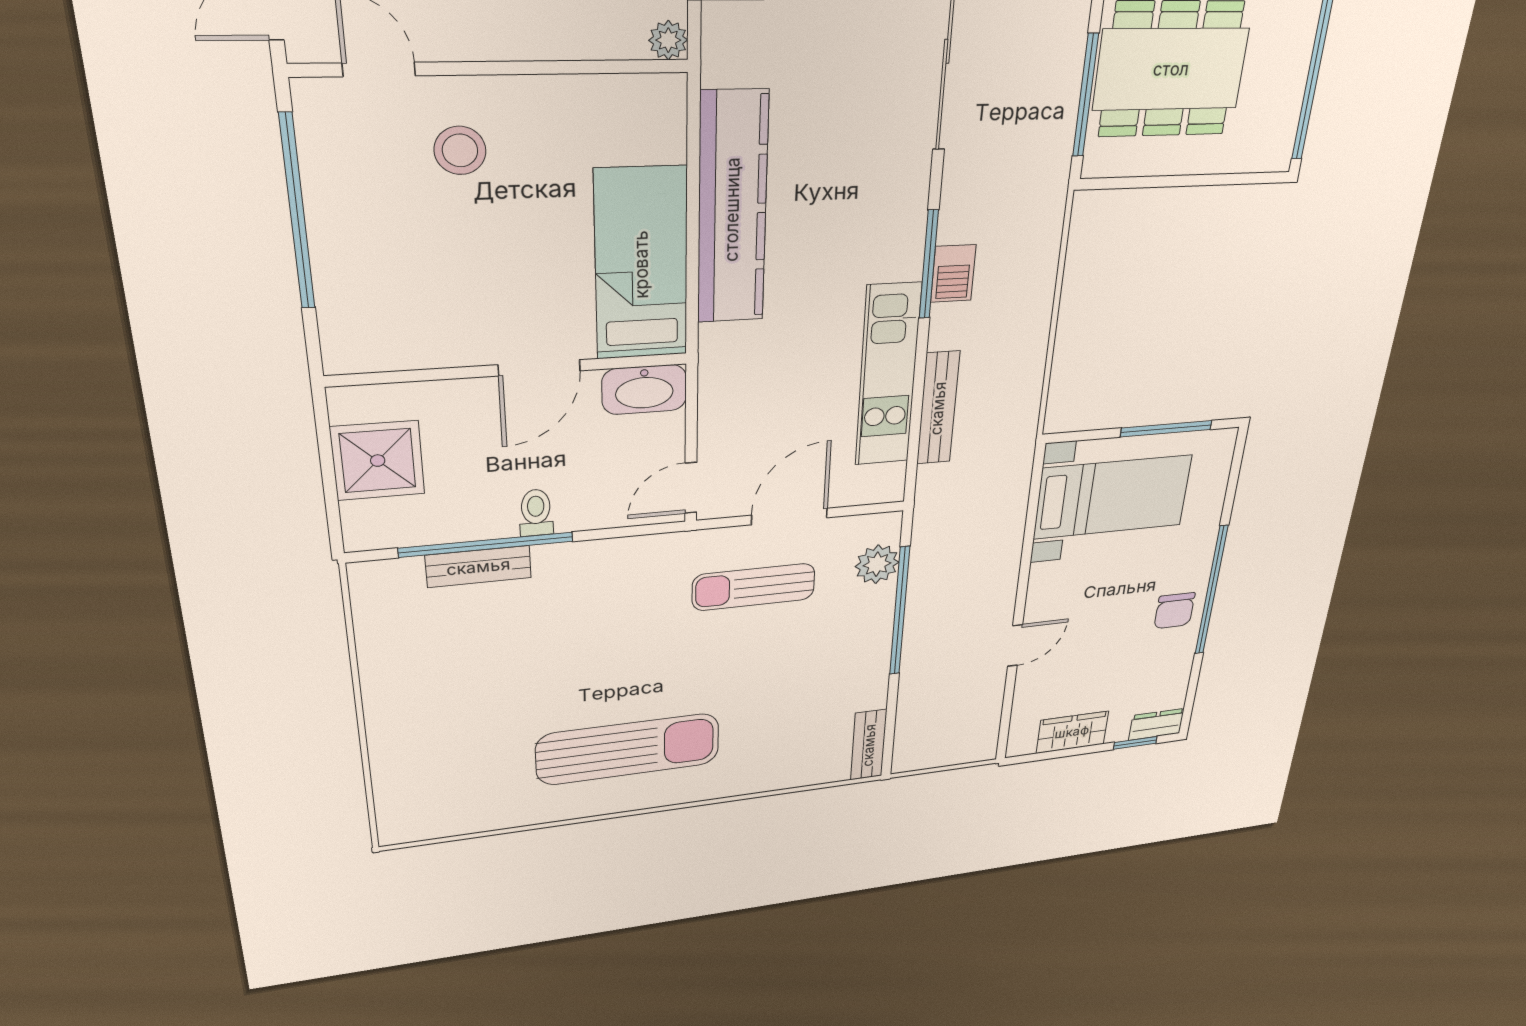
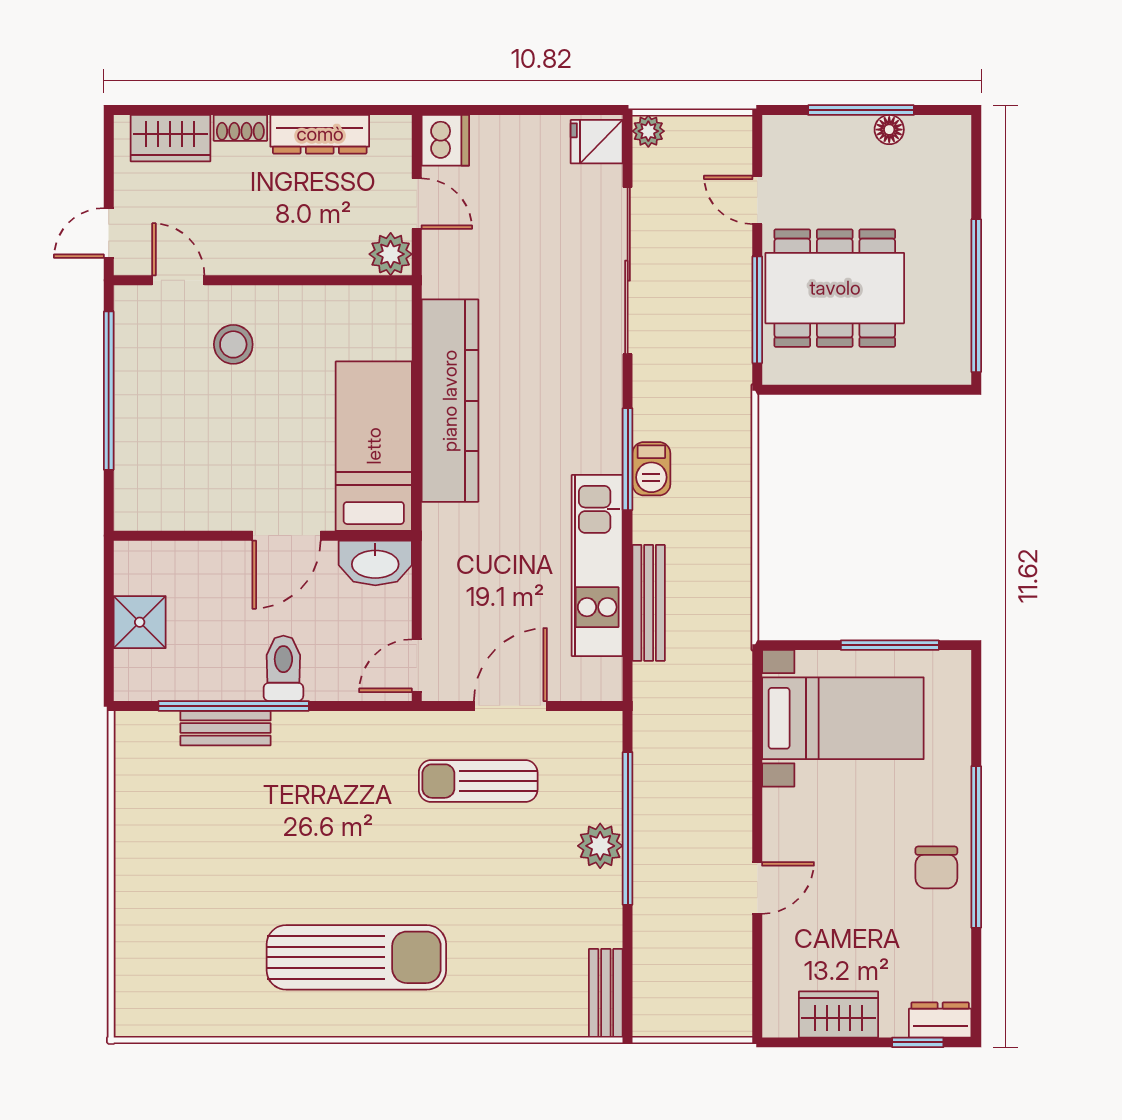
plant: (668, 40) -> (391, 254), width x1.38, depth x1.38
shower: (378, 461) -> (140, 622), width x0.73, depth x0.73
toilet: (536, 513) -> (283, 668), width x1.37, depth x1.39
plant: (877, 564) -> (600, 846), moved

